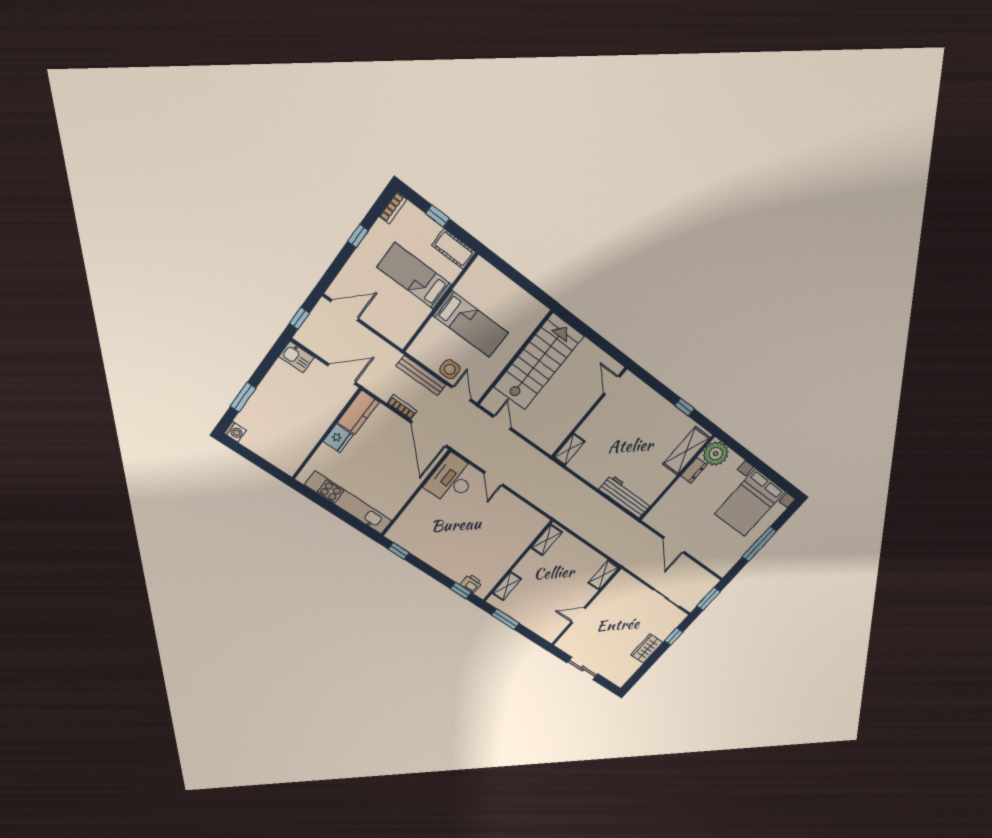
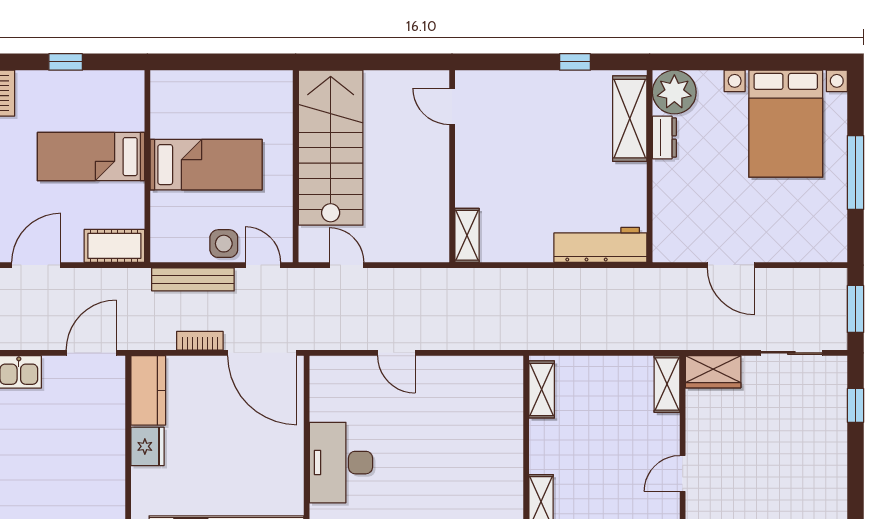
cot: (454, 249) -> (114, 246), moved
desk: (452, 480) -> (341, 463), moved
wardrobe: (647, 649) -> (713, 372), moved, turned -90

